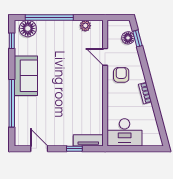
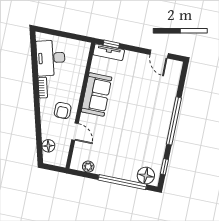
window: (137, 38) -> (39, 143), removed
sofa: (26, 76) -> (97, 94), moved, turned 180
window: (12, 103) -> (174, 121), moved
desk: (125, 132) -> (51, 58), moved, turned -105
window: (74, 149) -> (111, 44), moved

